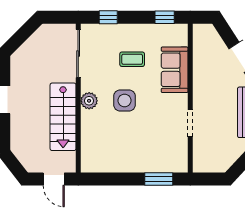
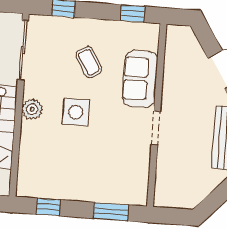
coffee table: (132, 59) -> (89, 62), turned 60
doorway: (190, 123) -> (156, 128), moved
window: (108, 179) -> (48, 207), added

